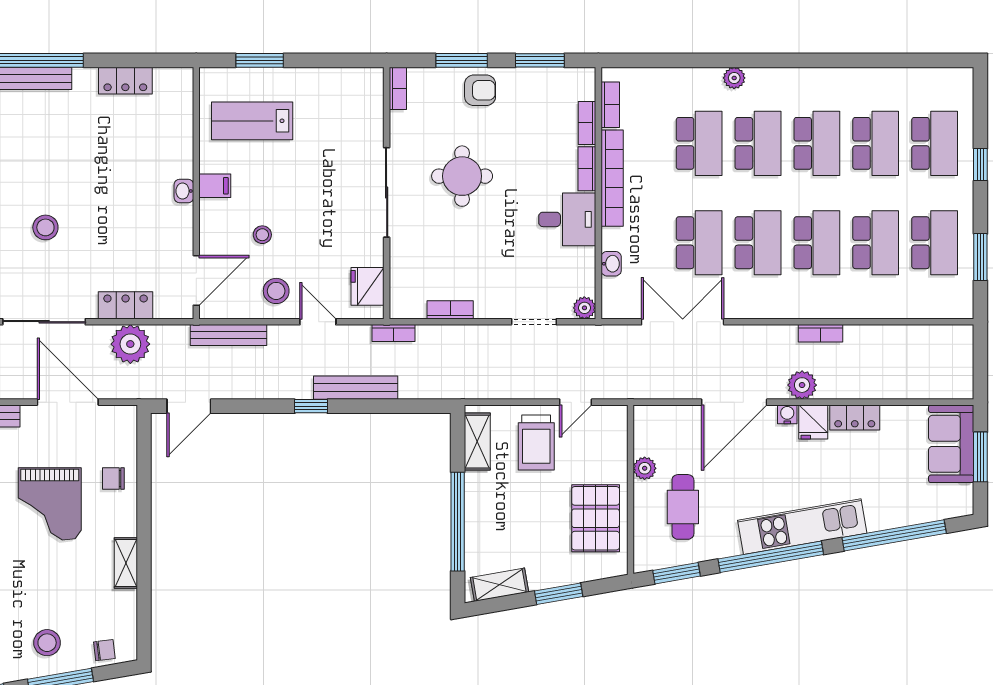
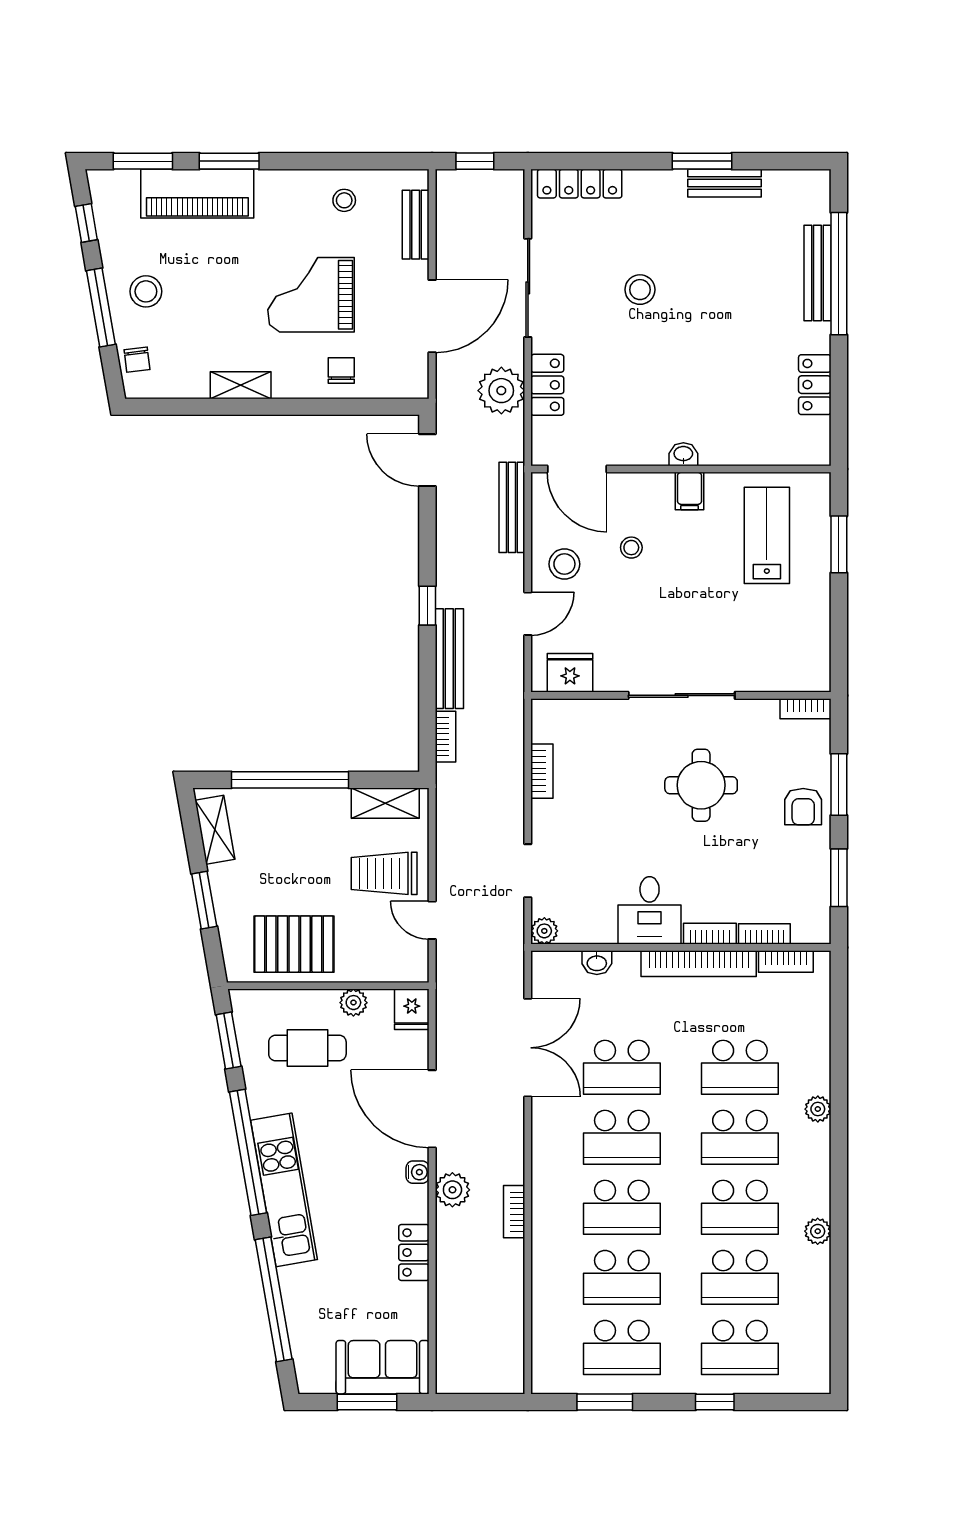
plant: (837, 78) -> (818, 1231), added
bookcase: (393, 333) -> (445, 737), moved, turned 180
fridge: (813, 422) -> (412, 1009), moved, turned -90

